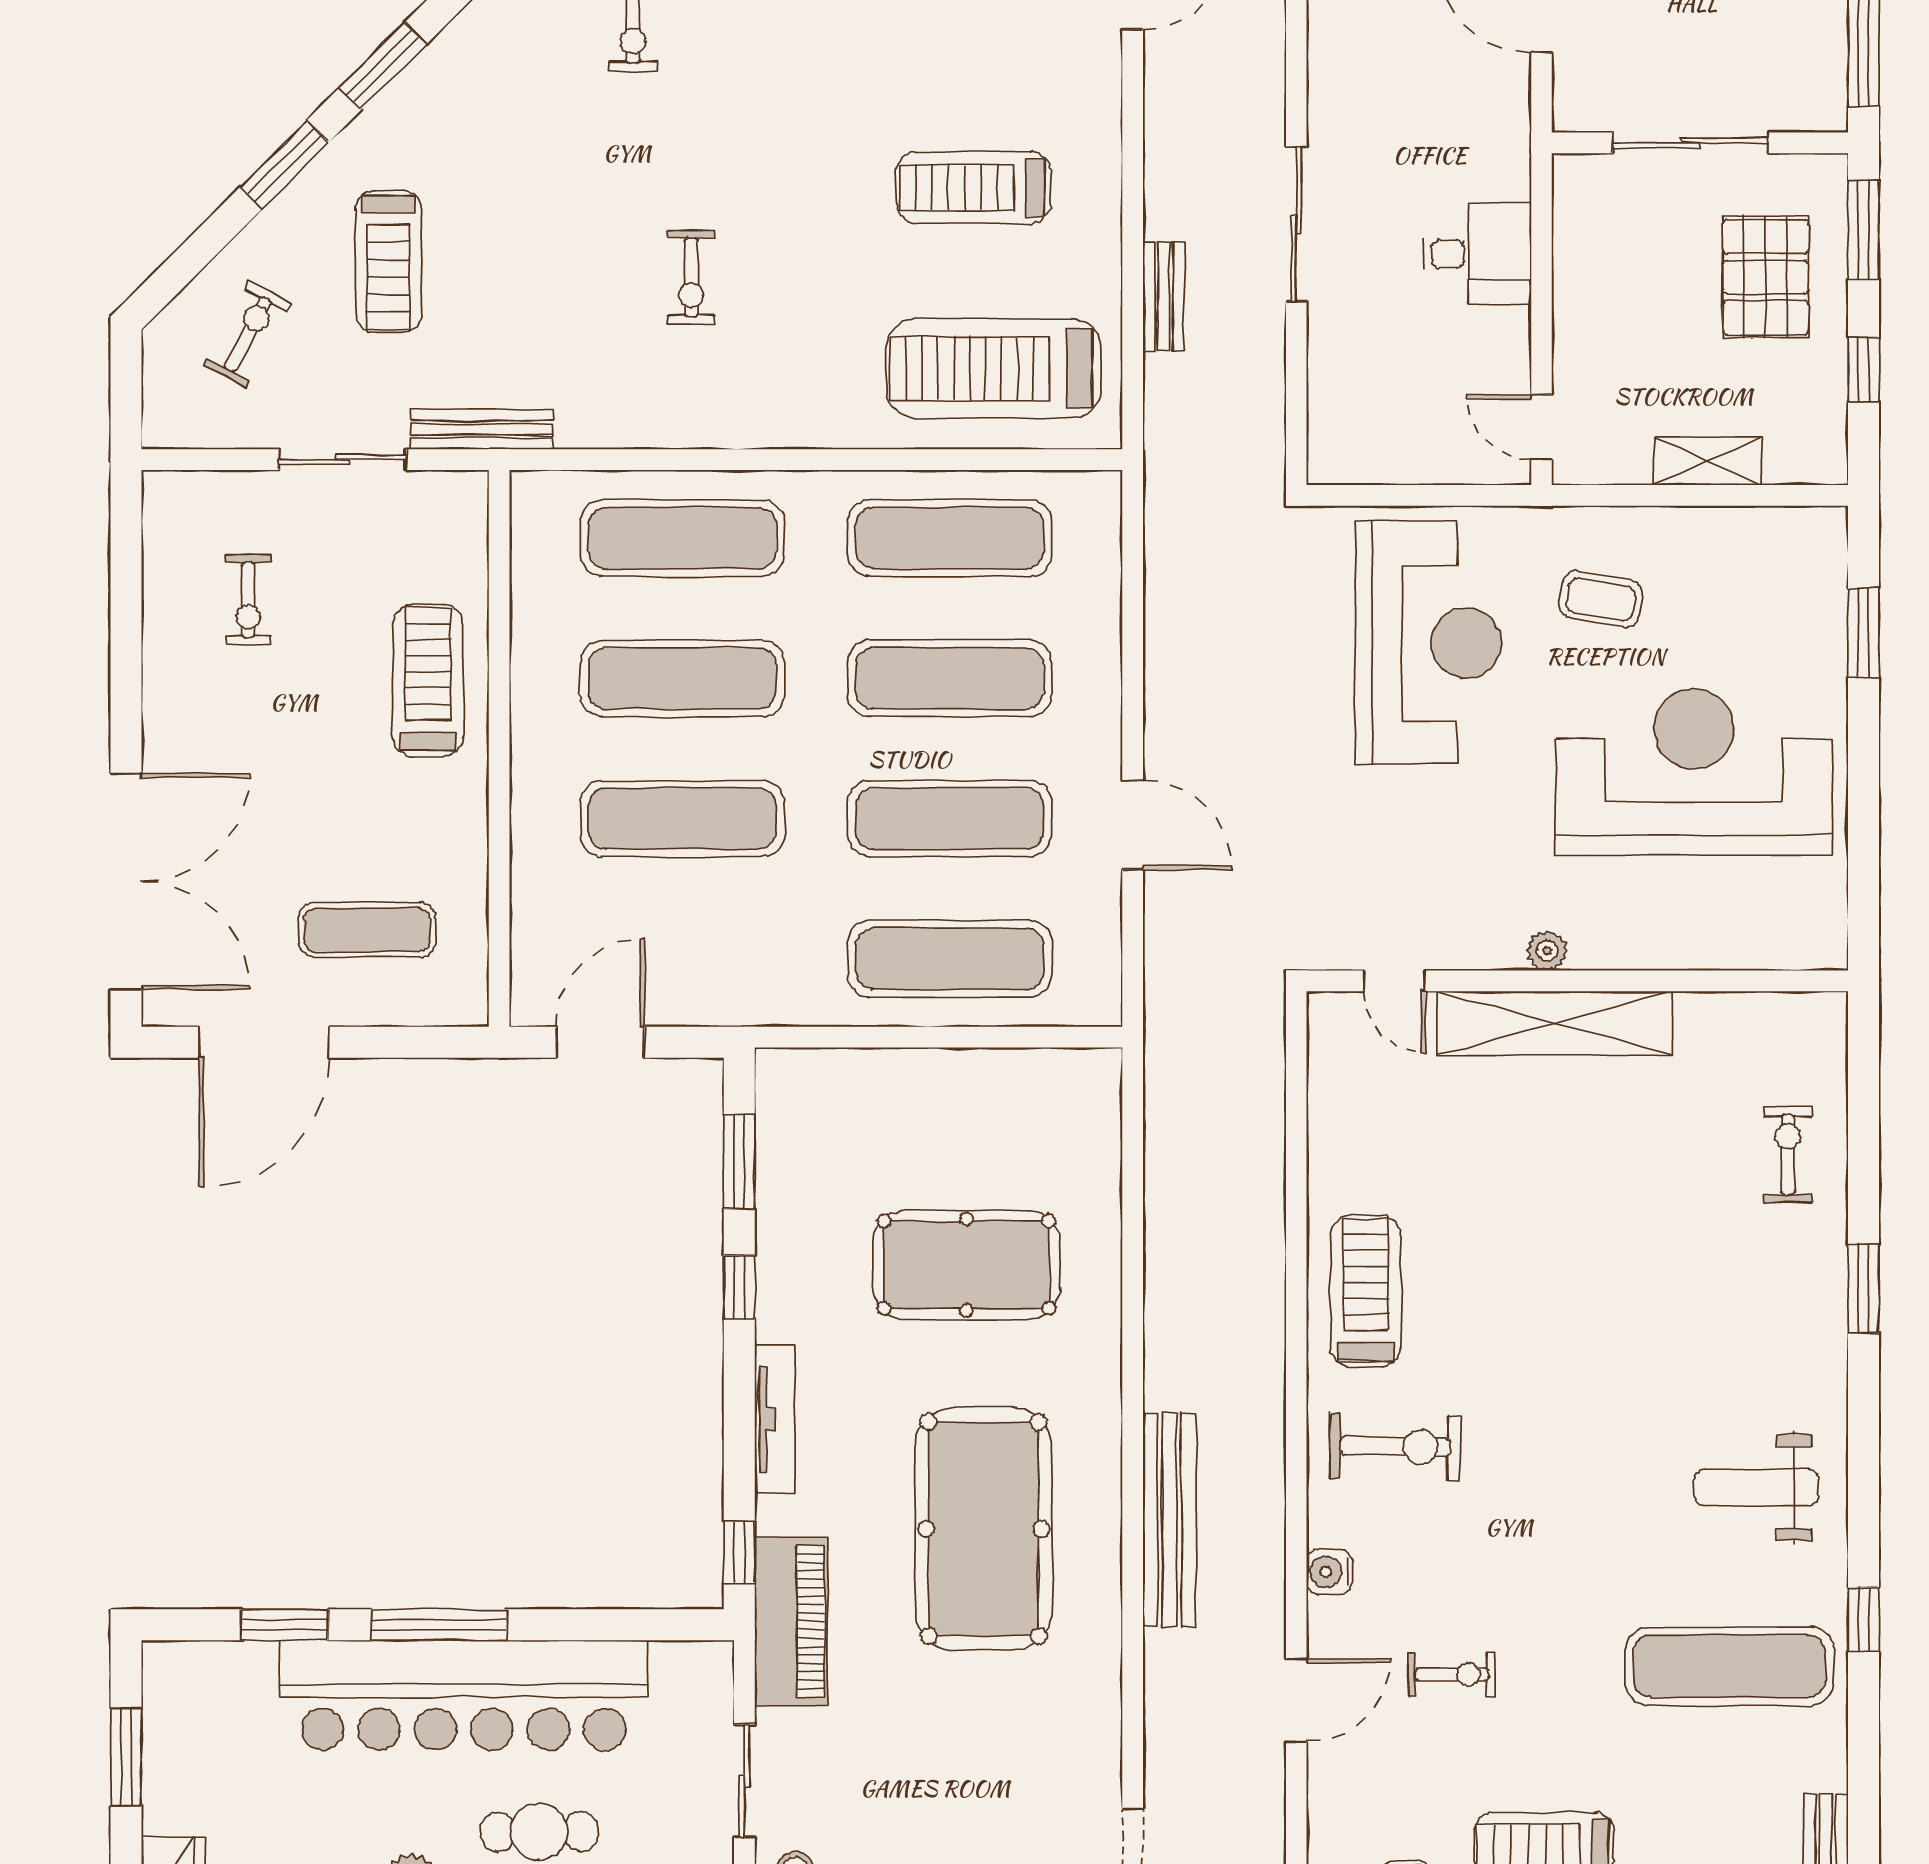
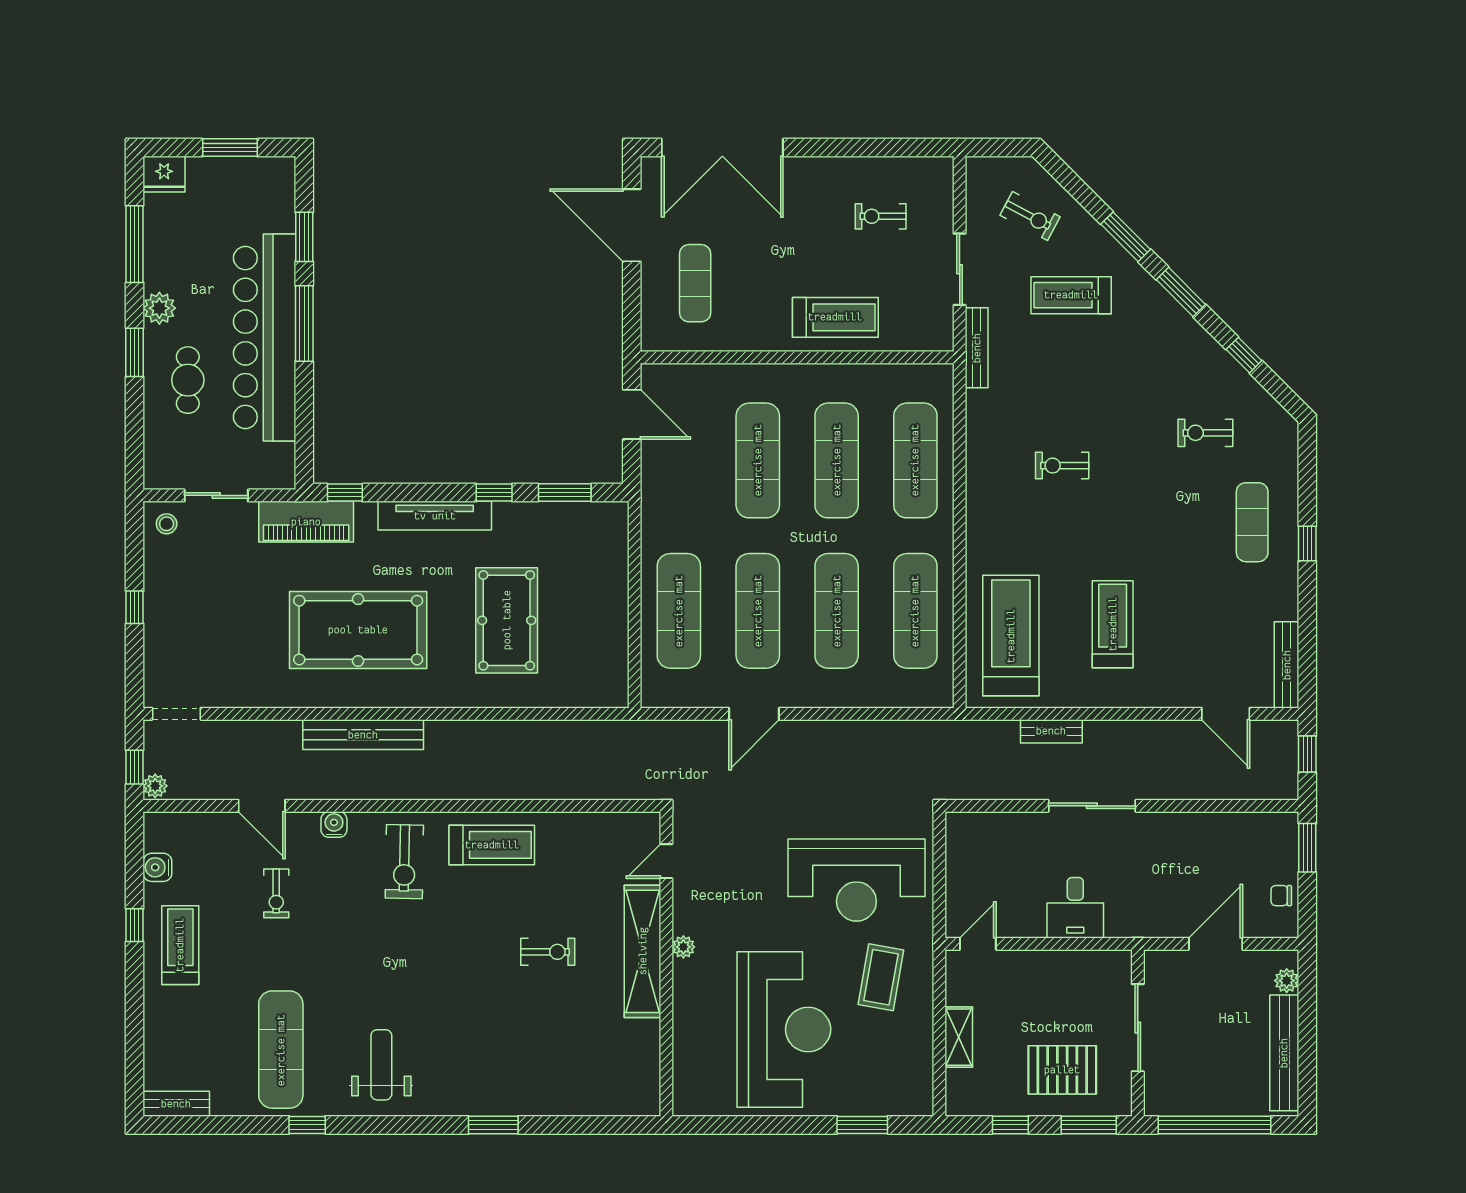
coffee table: (1601, 599) -> (881, 977), width x1.36, depth x1.30
exercise bike: (1788, 1155) -> (548, 952), moved
tv unit: (775, 1419) -> (435, 516), width x1.36, depth x1.29

